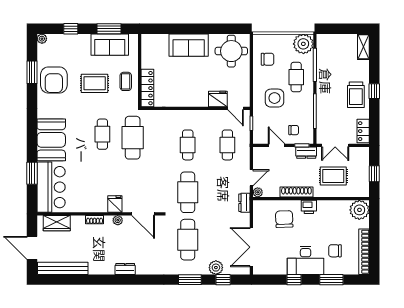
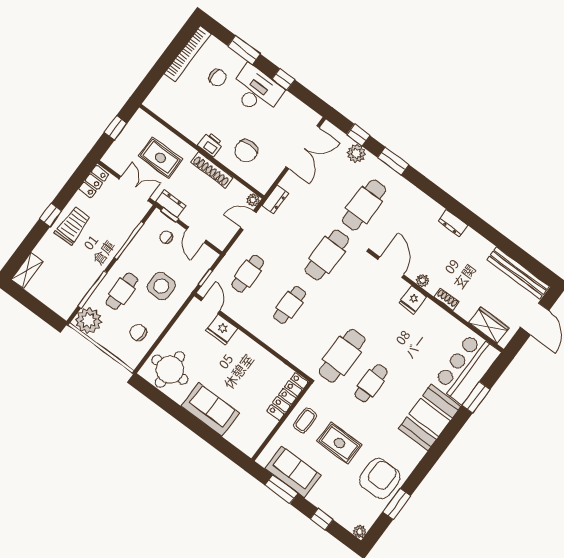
plant: (359, 210) -> (160, 101), removed

